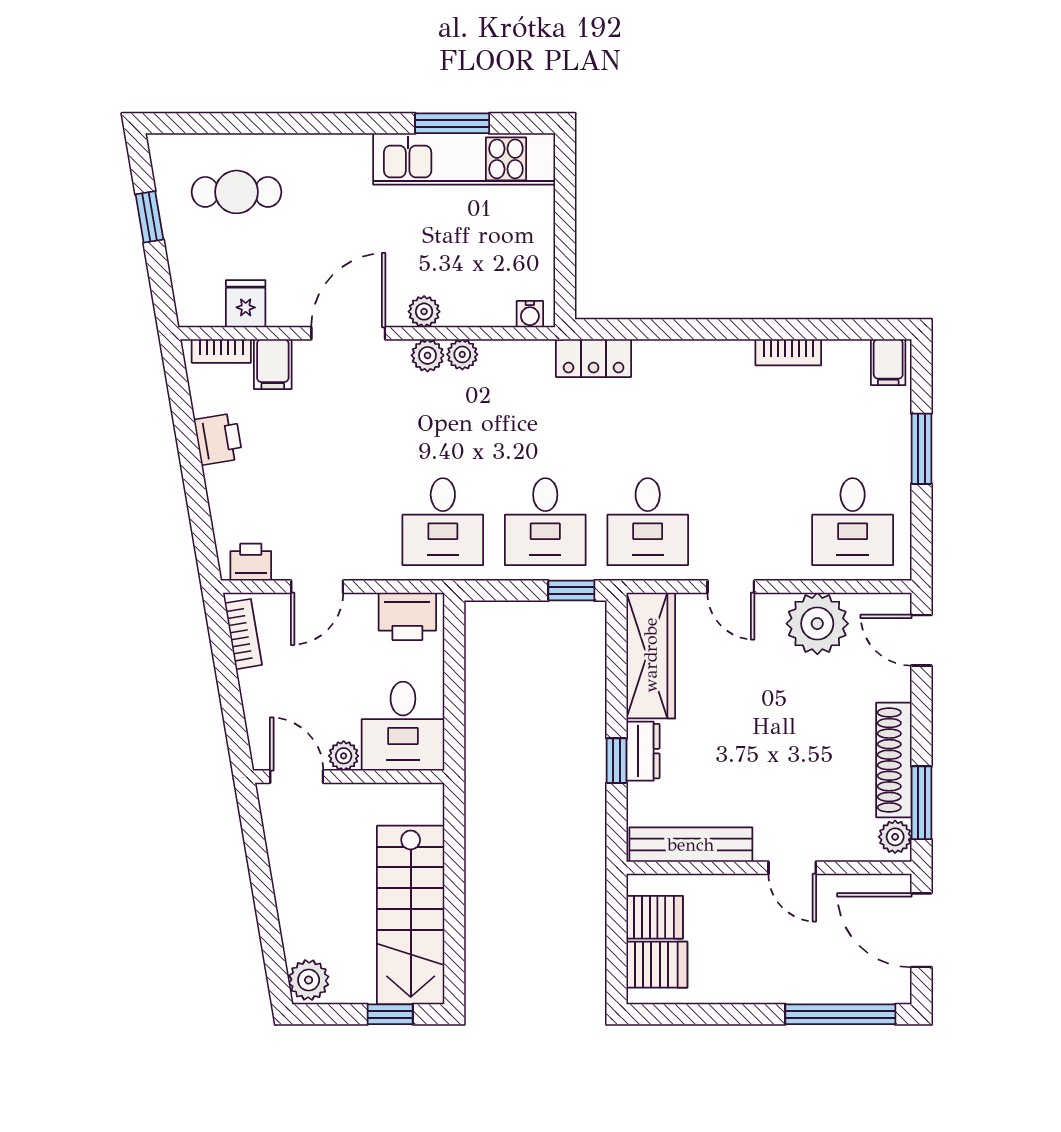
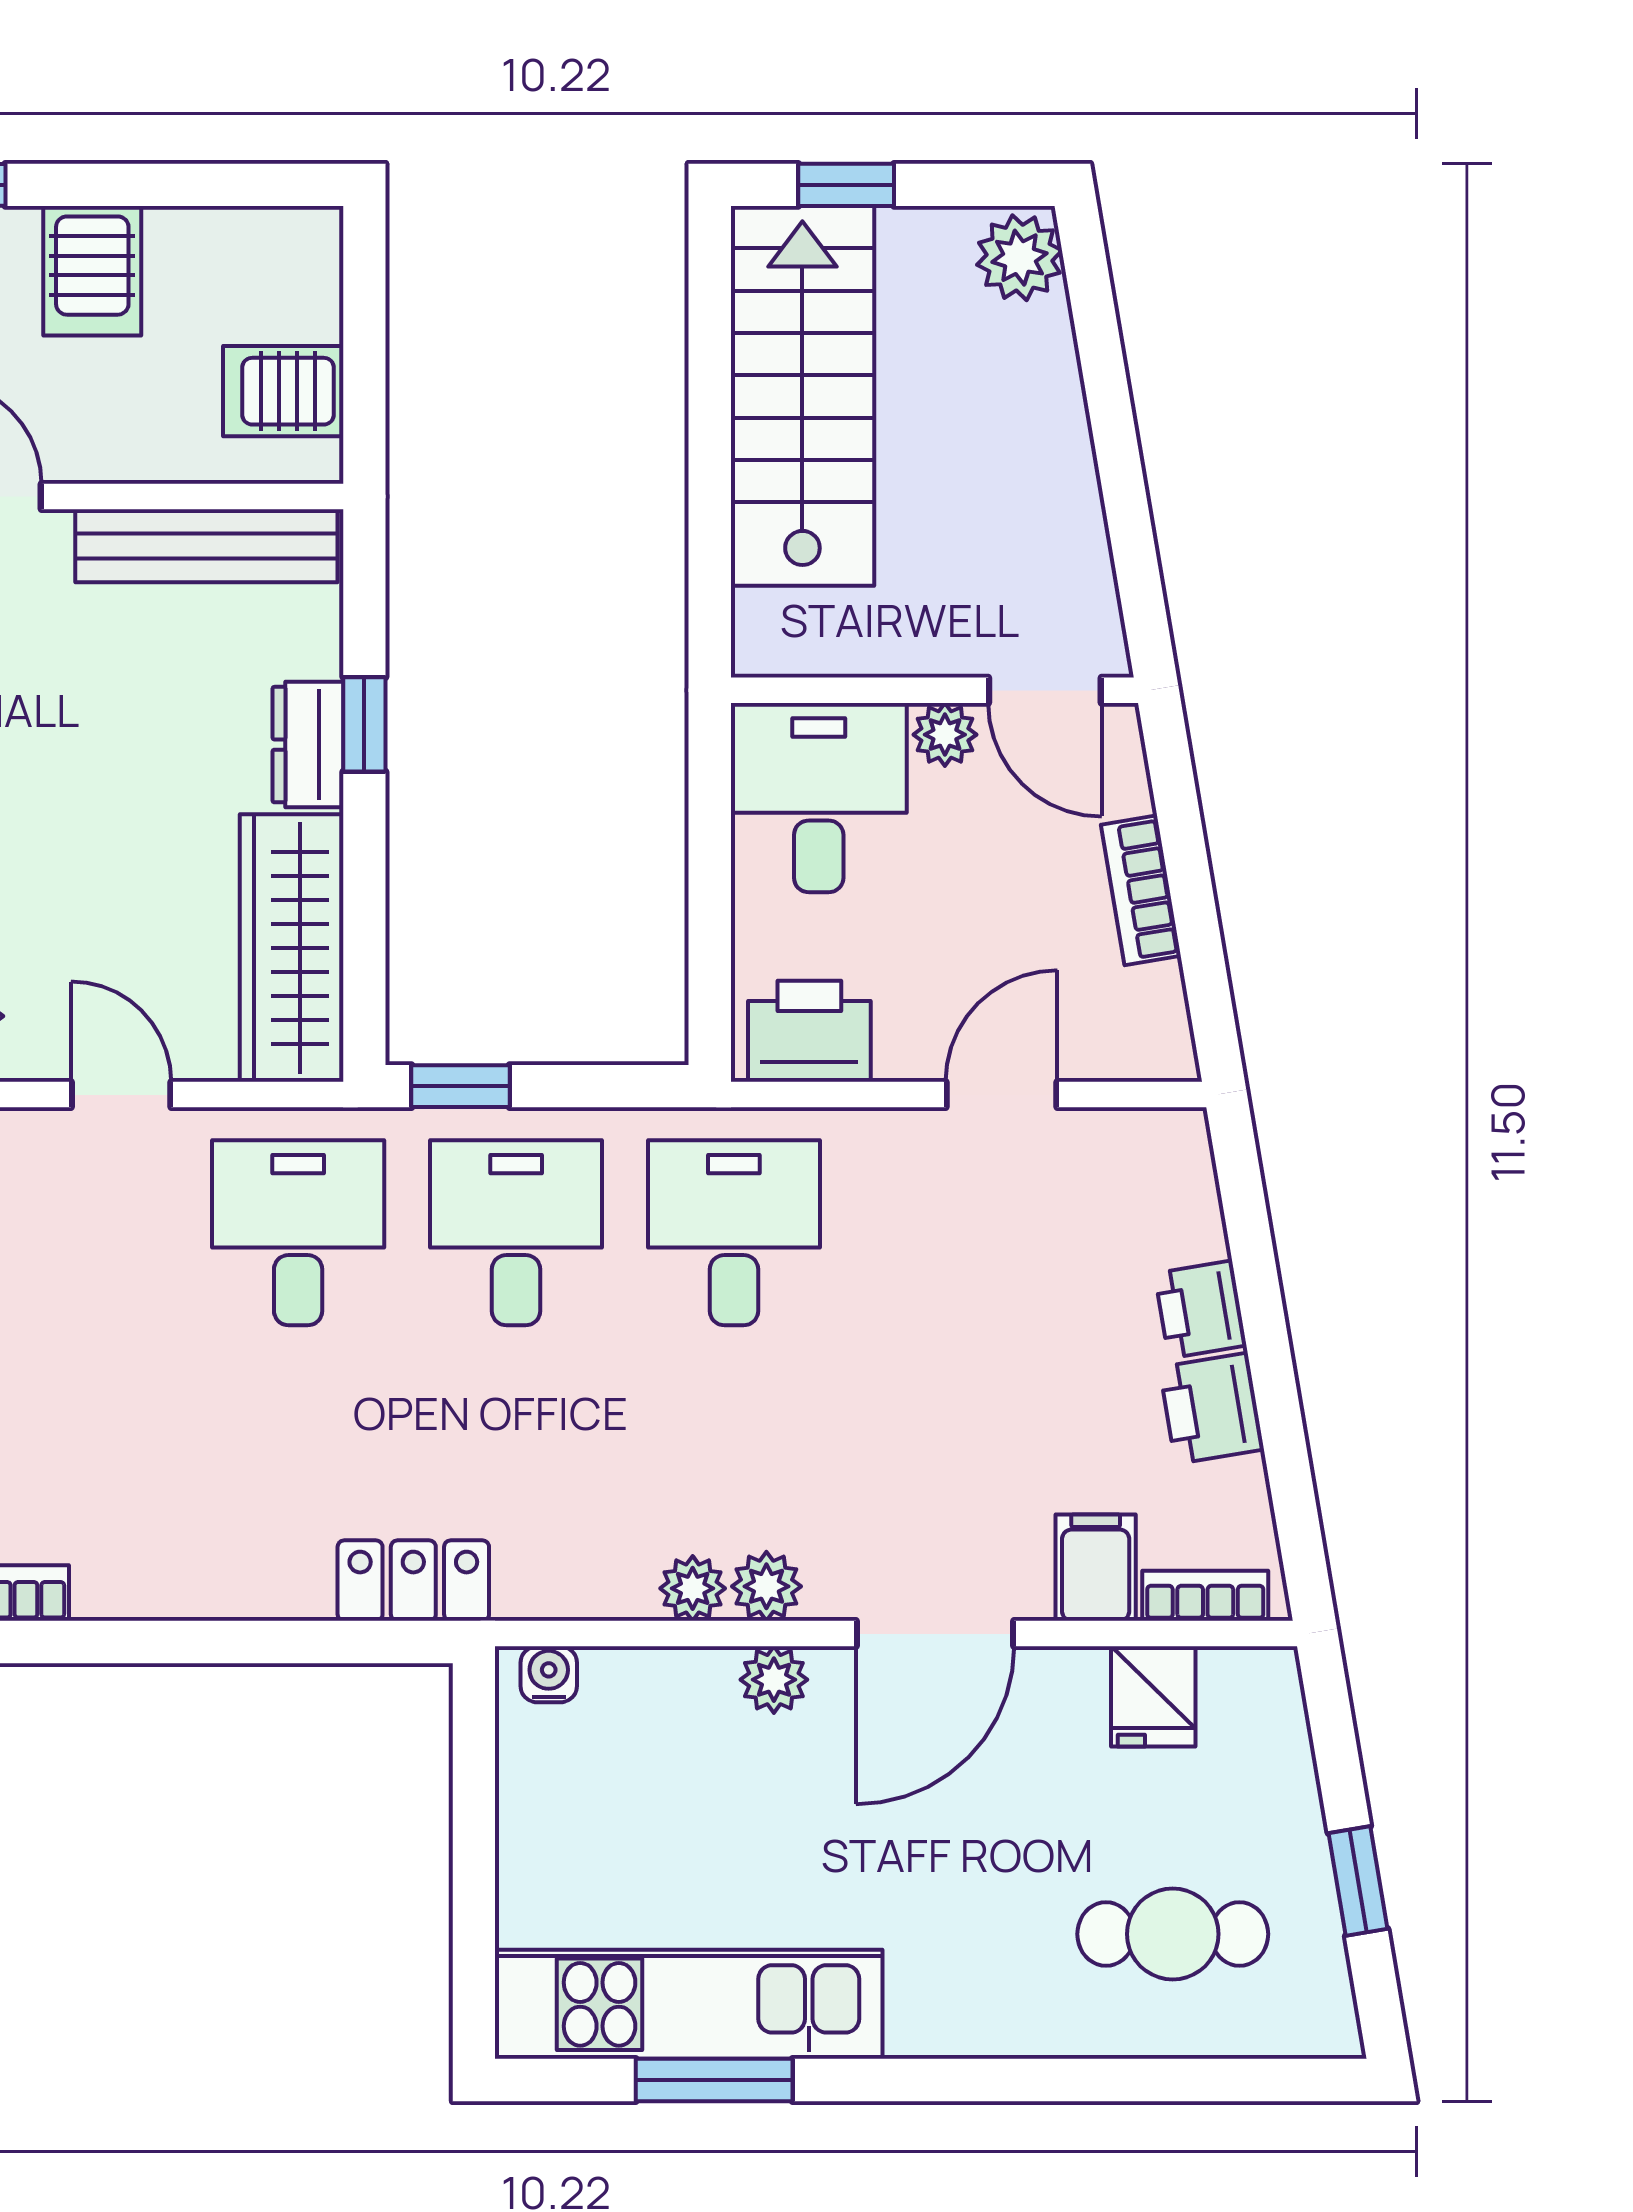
printer: (251, 562) -> (1200, 1309), moved, turned 80
bookcase: (243, 634) -> (1141, 890), moved
server rack: (657, 965) -> (92, 271), moved, turned -90

